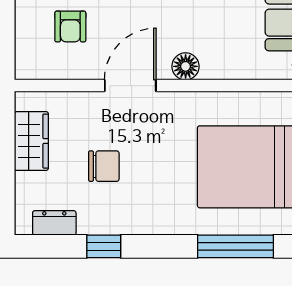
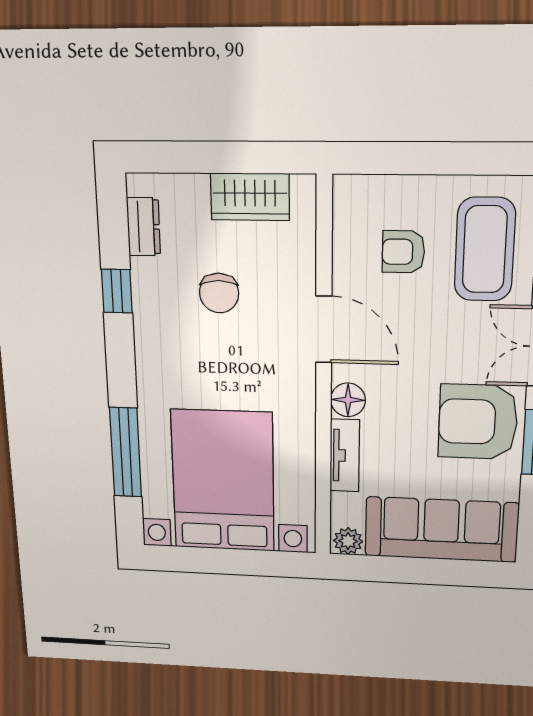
tv unit: (231, 68) -> (345, 456), added

